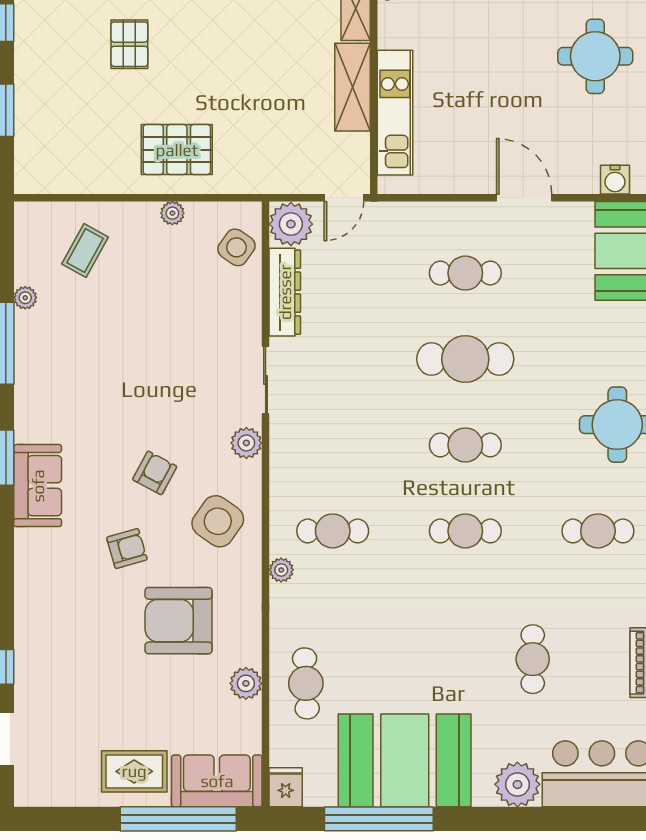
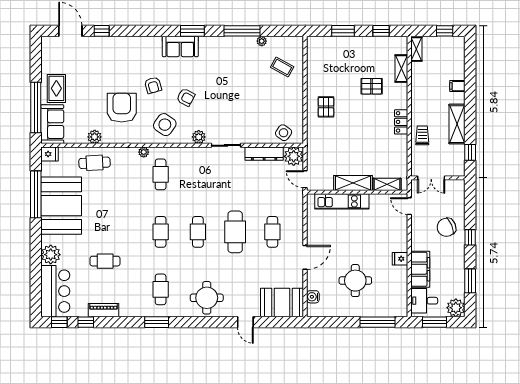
round table: (595, 56) -> (355, 281), moved
pallet: (177, 150) -> (326, 107), width x0.67, depth x0.71
plant: (172, 213) -> (298, 105), removed

